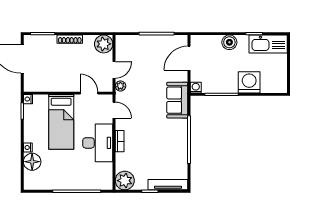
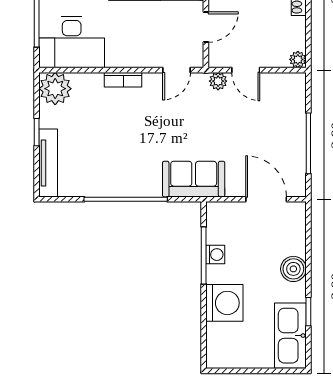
plant: (104, 44) -> (298, 59), width x0.53, depth x0.53
washing machine: (196, 88) -> (215, 255), moved
desk: (98, 143) -> (72, 42), moved

